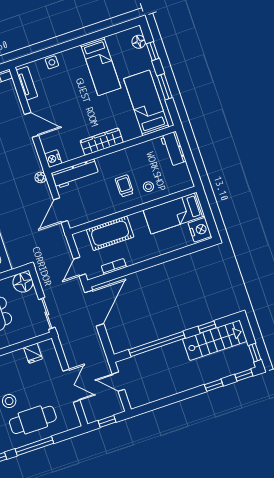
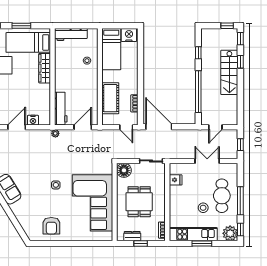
wardrobe: (102, 142) -> (45, 68), moved
workbench: (173, 149) -> (71, 34), width x1.38
nightstand: (53, 159) -> (33, 120), moved
trolley: (124, 186) -> (81, 77), removed
door: (60, 210) -> (83, 127), swing flipped
stairs: (215, 340) -> (229, 72), moved, turned 180

